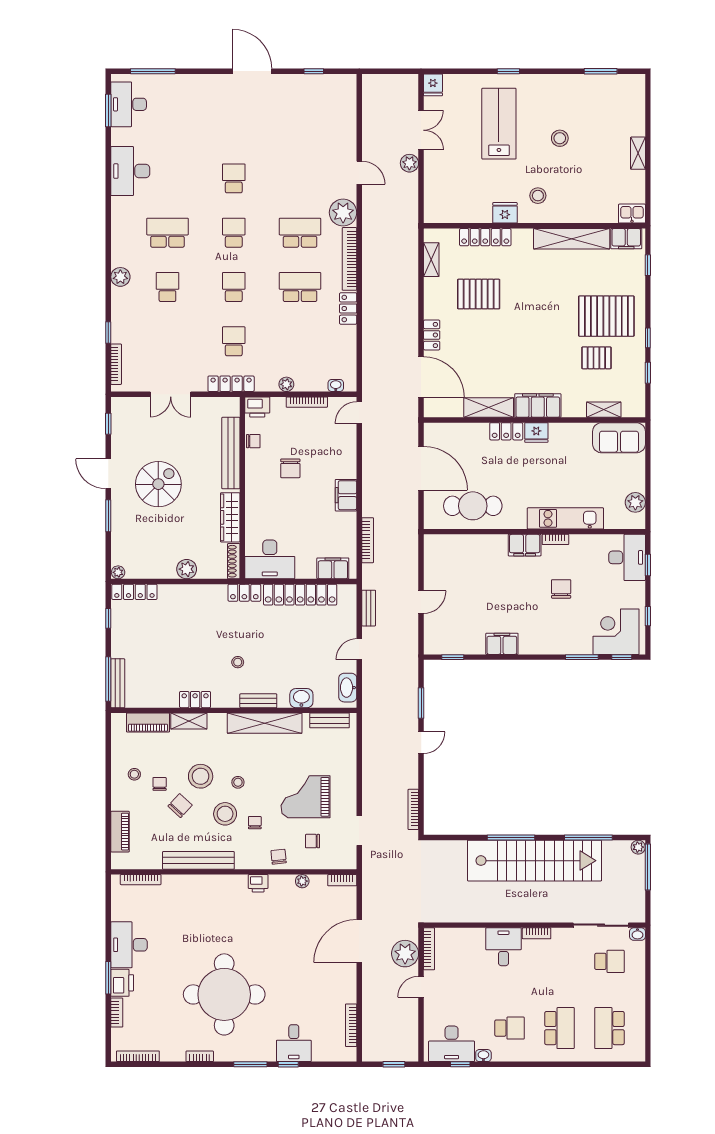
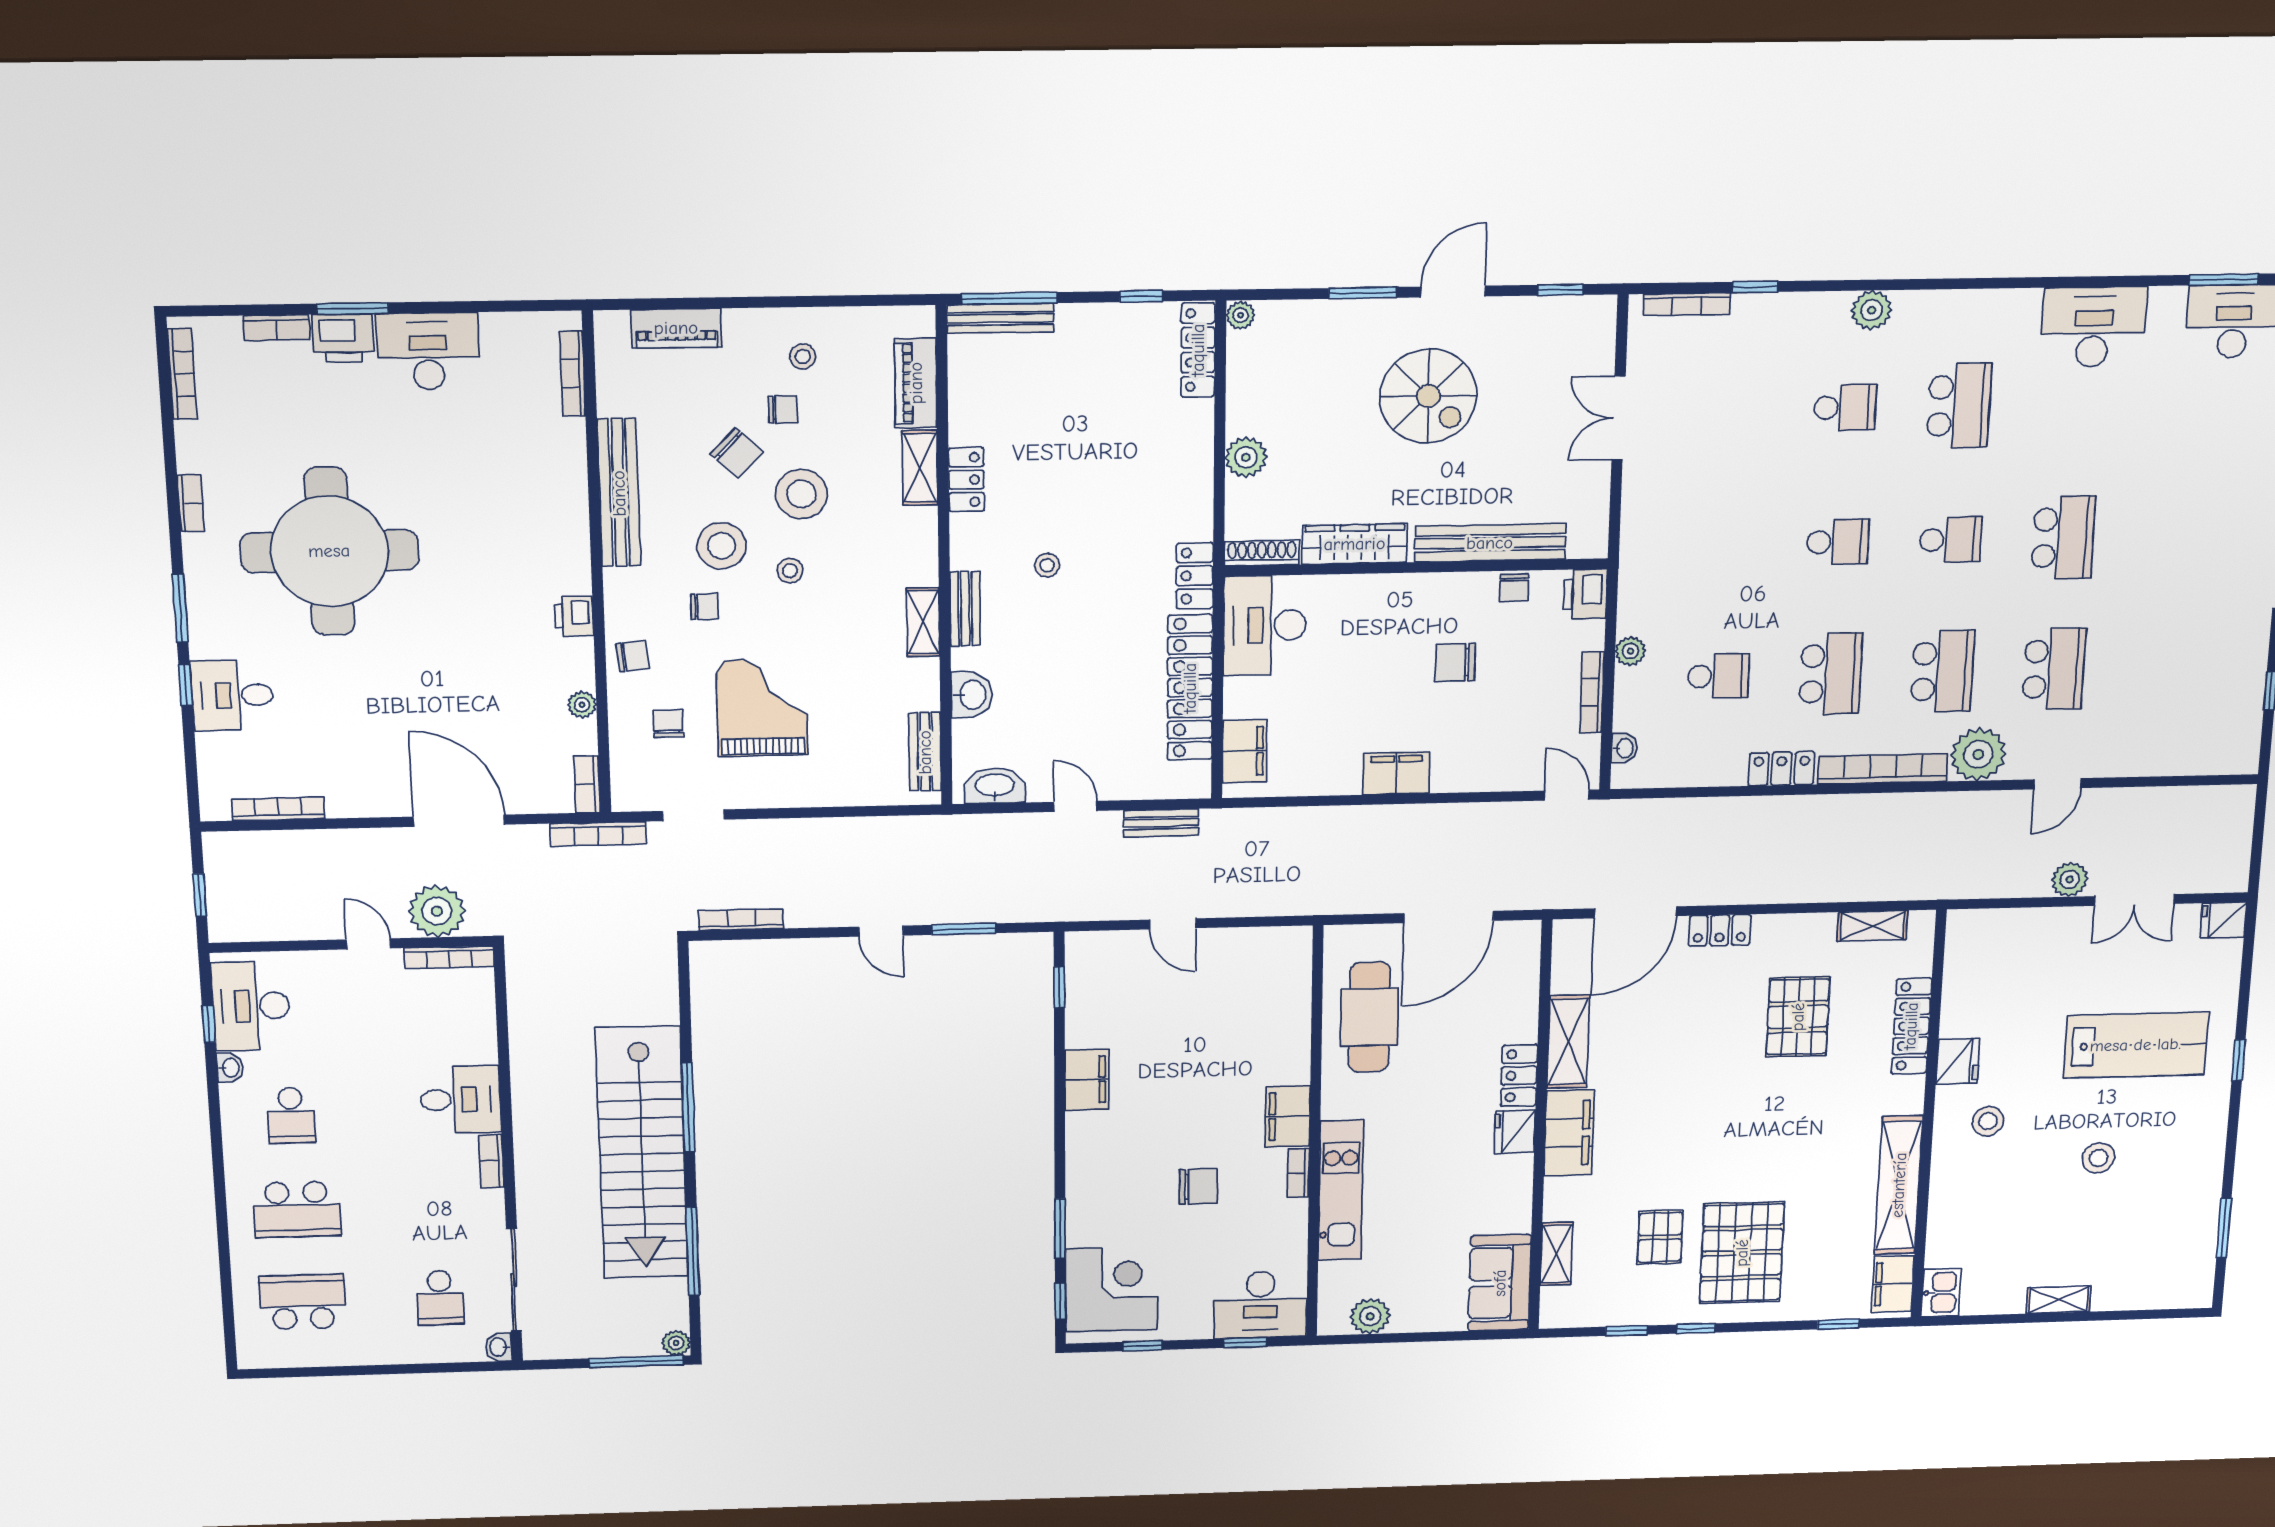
school desk: (234, 178) -> (2063, 538), width x1.85
school desk: (300, 178) -> (2054, 669), added
school desk: (234, 341) -> (1718, 676), moved
locker: (231, 384) -> (1636, 540), removed
bookcase: (368, 540) -> (598, 834), moved
shelving: (265, 723) -> (923, 622), width x0.45, depth x0.75

